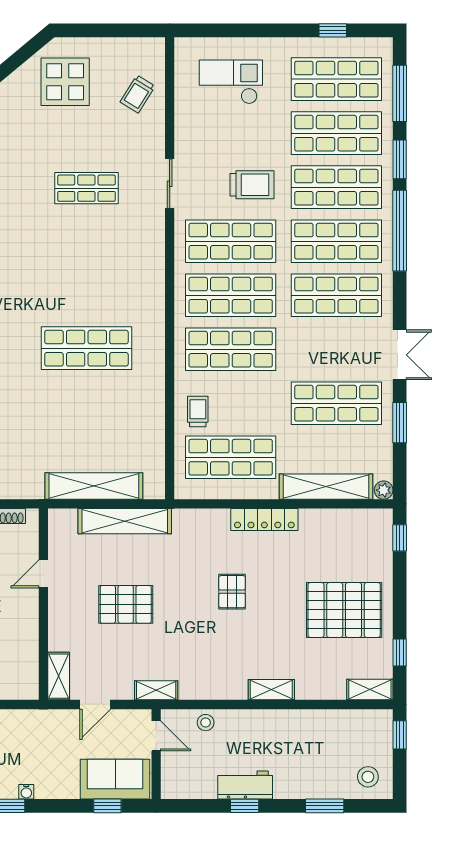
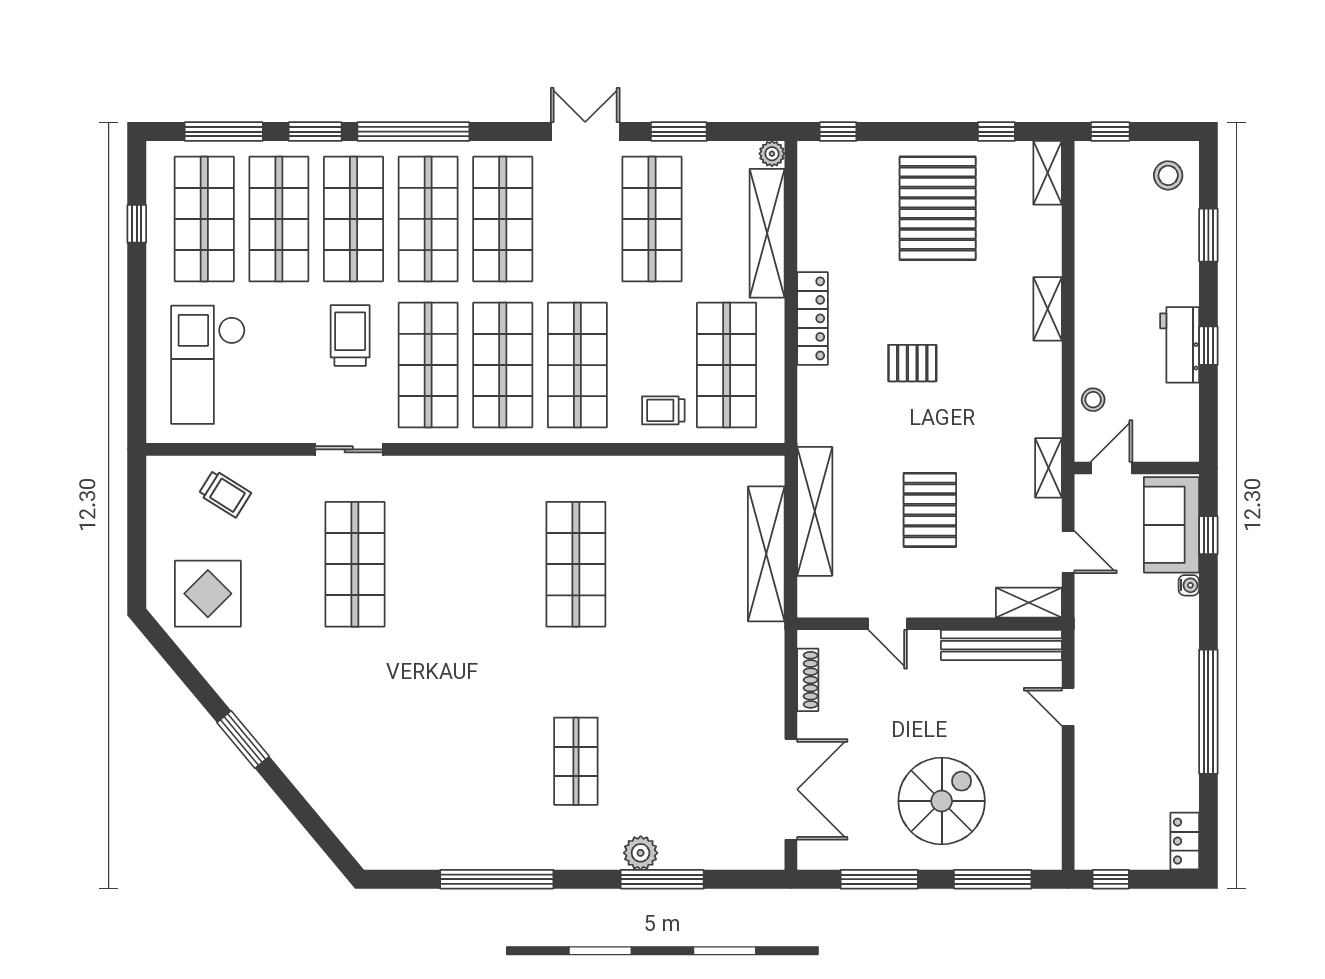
checkout: (231, 82) -> (208, 365), width x1.36, depth x1.21
shop shelf: (86, 188) -> (355, 564), width x1.43, depth x1.36
bench: (28, 656) -> (1001, 645), added
water cooler: (26, 792) -> (1189, 585), moved

